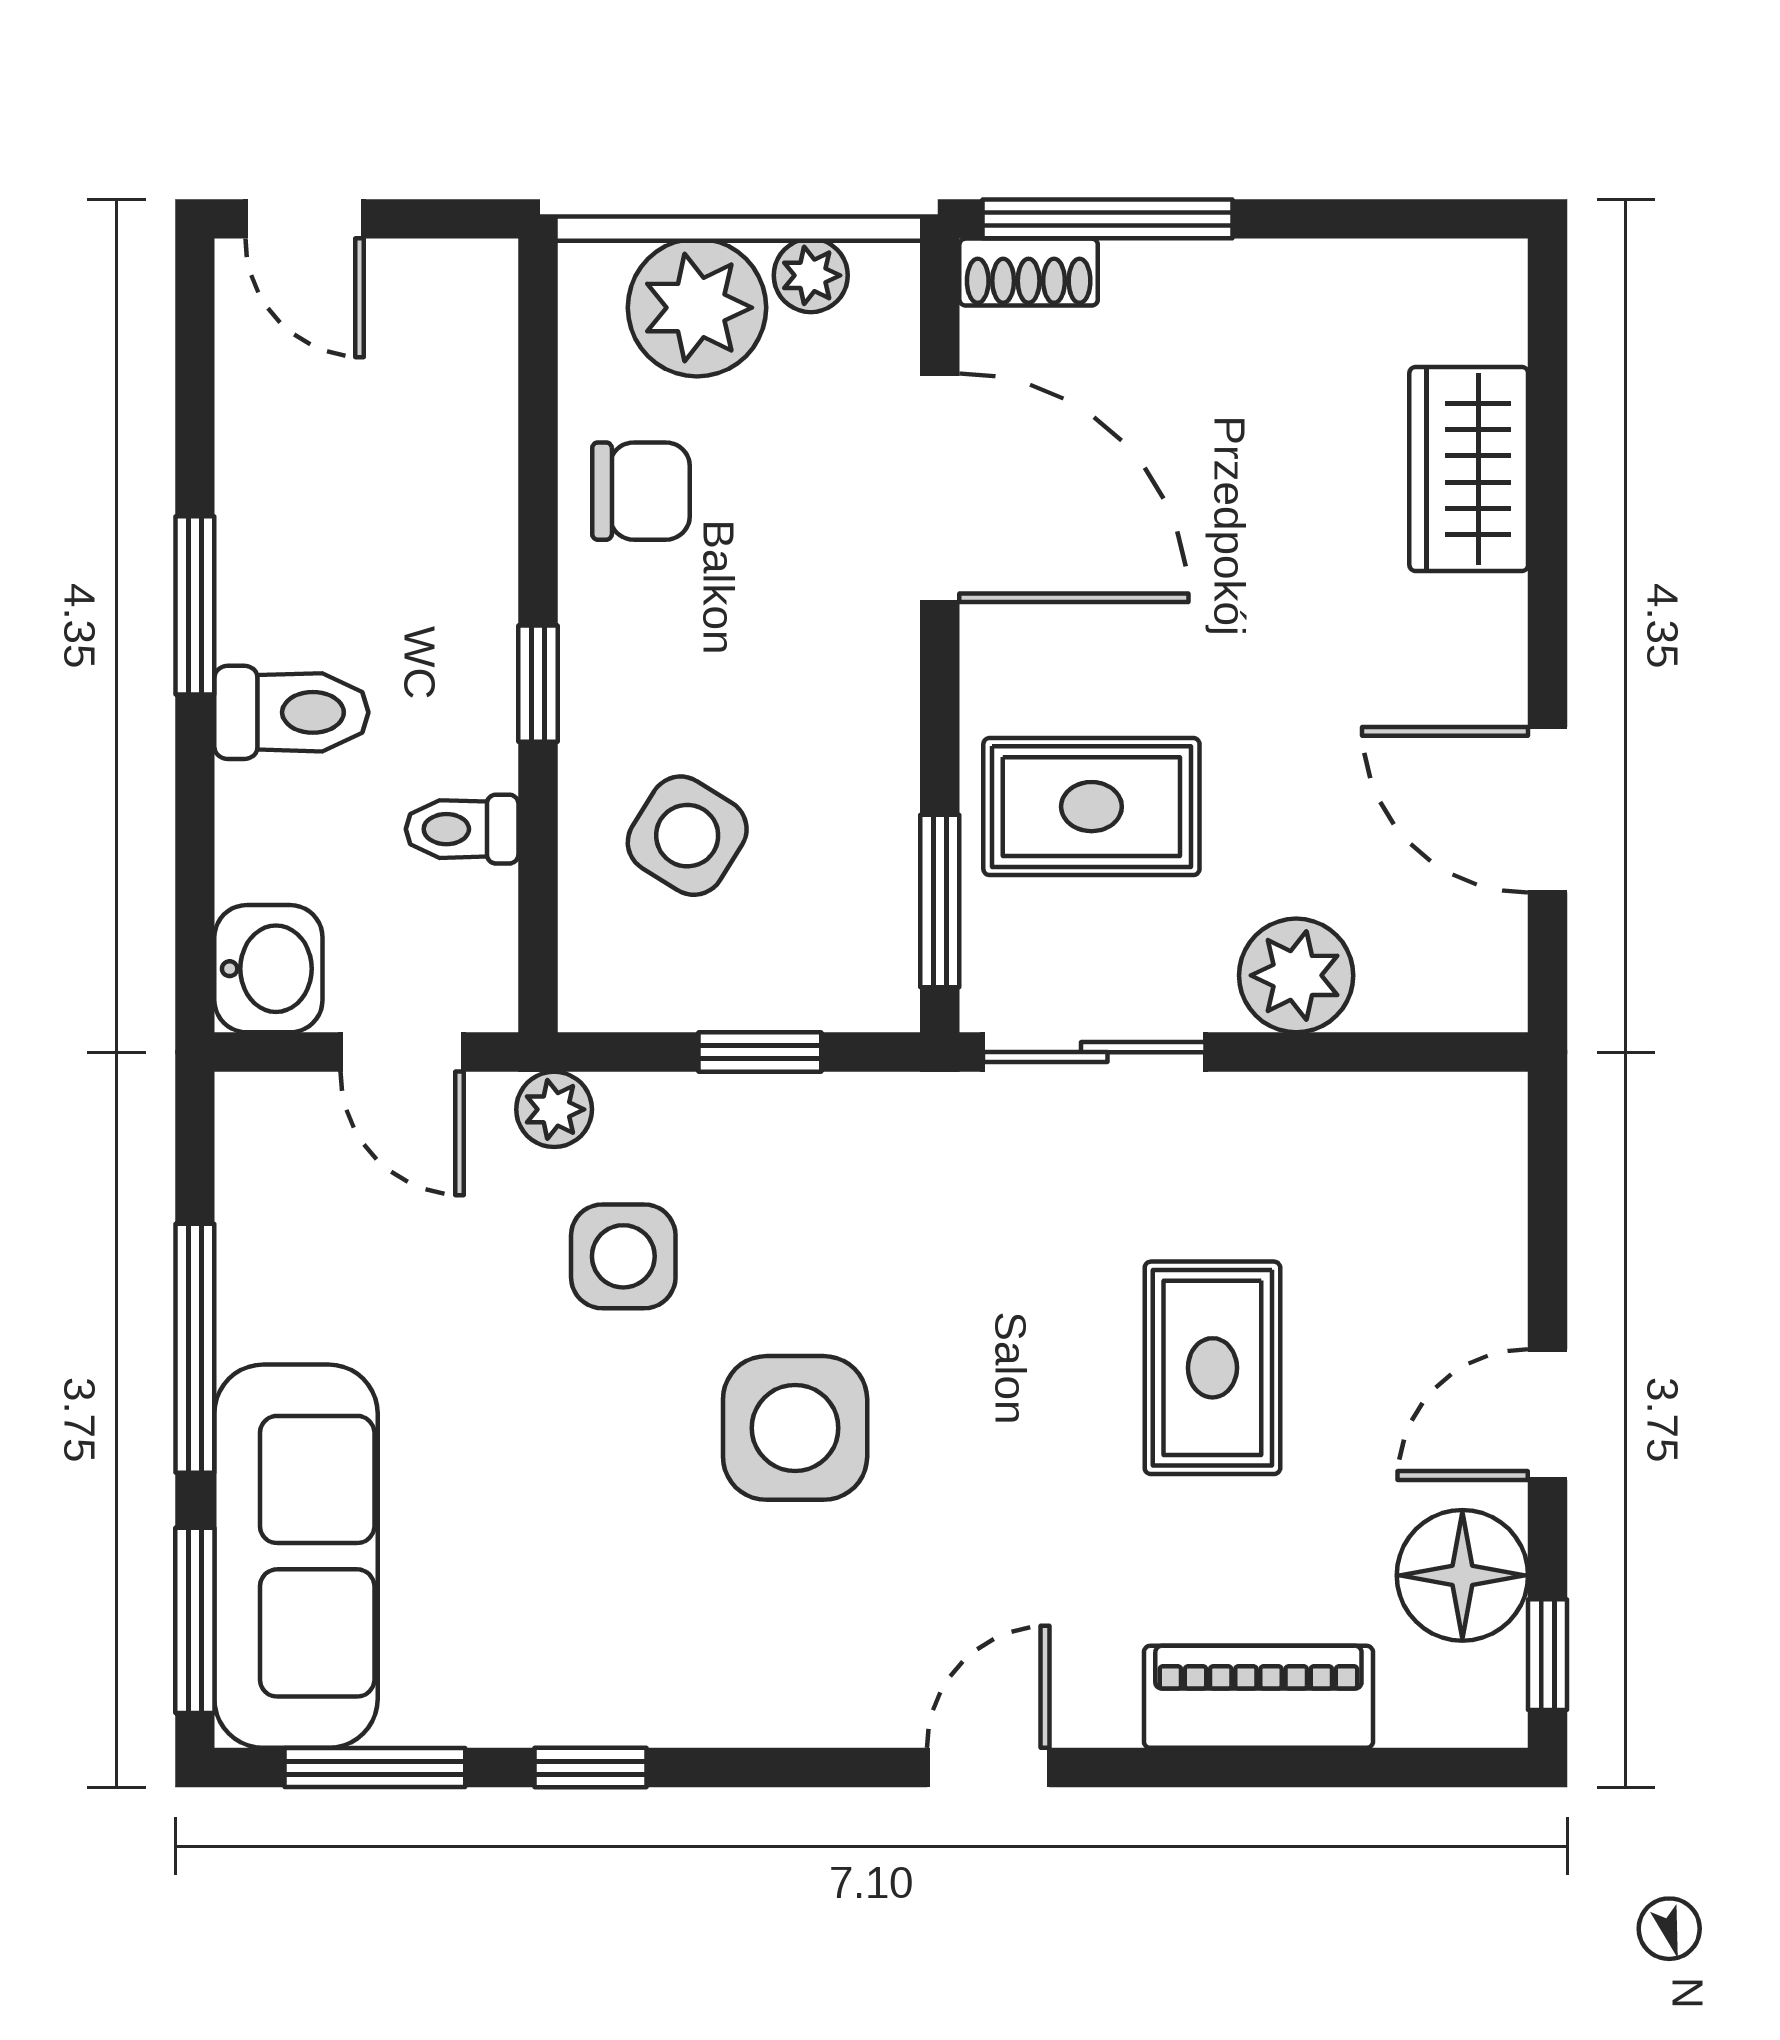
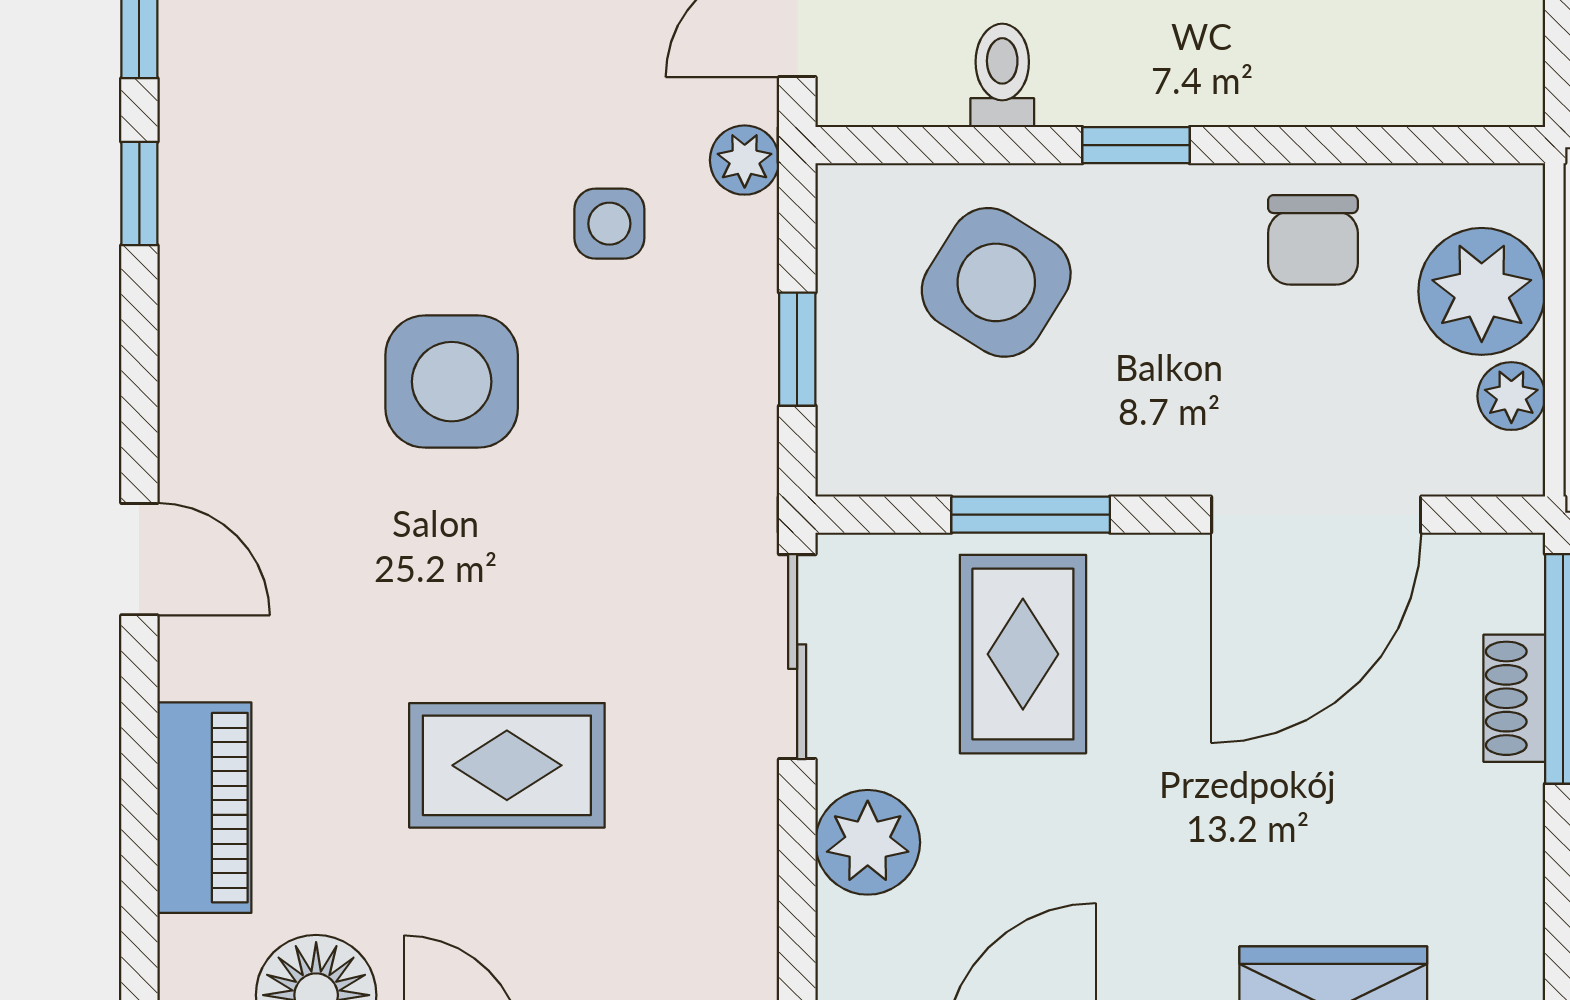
shoe rack: (1029, 272) -> (1514, 698), moved
side table: (687, 836) -> (996, 282), width x1.37, depth x1.37
window: (940, 901) -> (1031, 515), moved
side table: (623, 1256) -> (609, 224), width x0.73, depth x0.73

